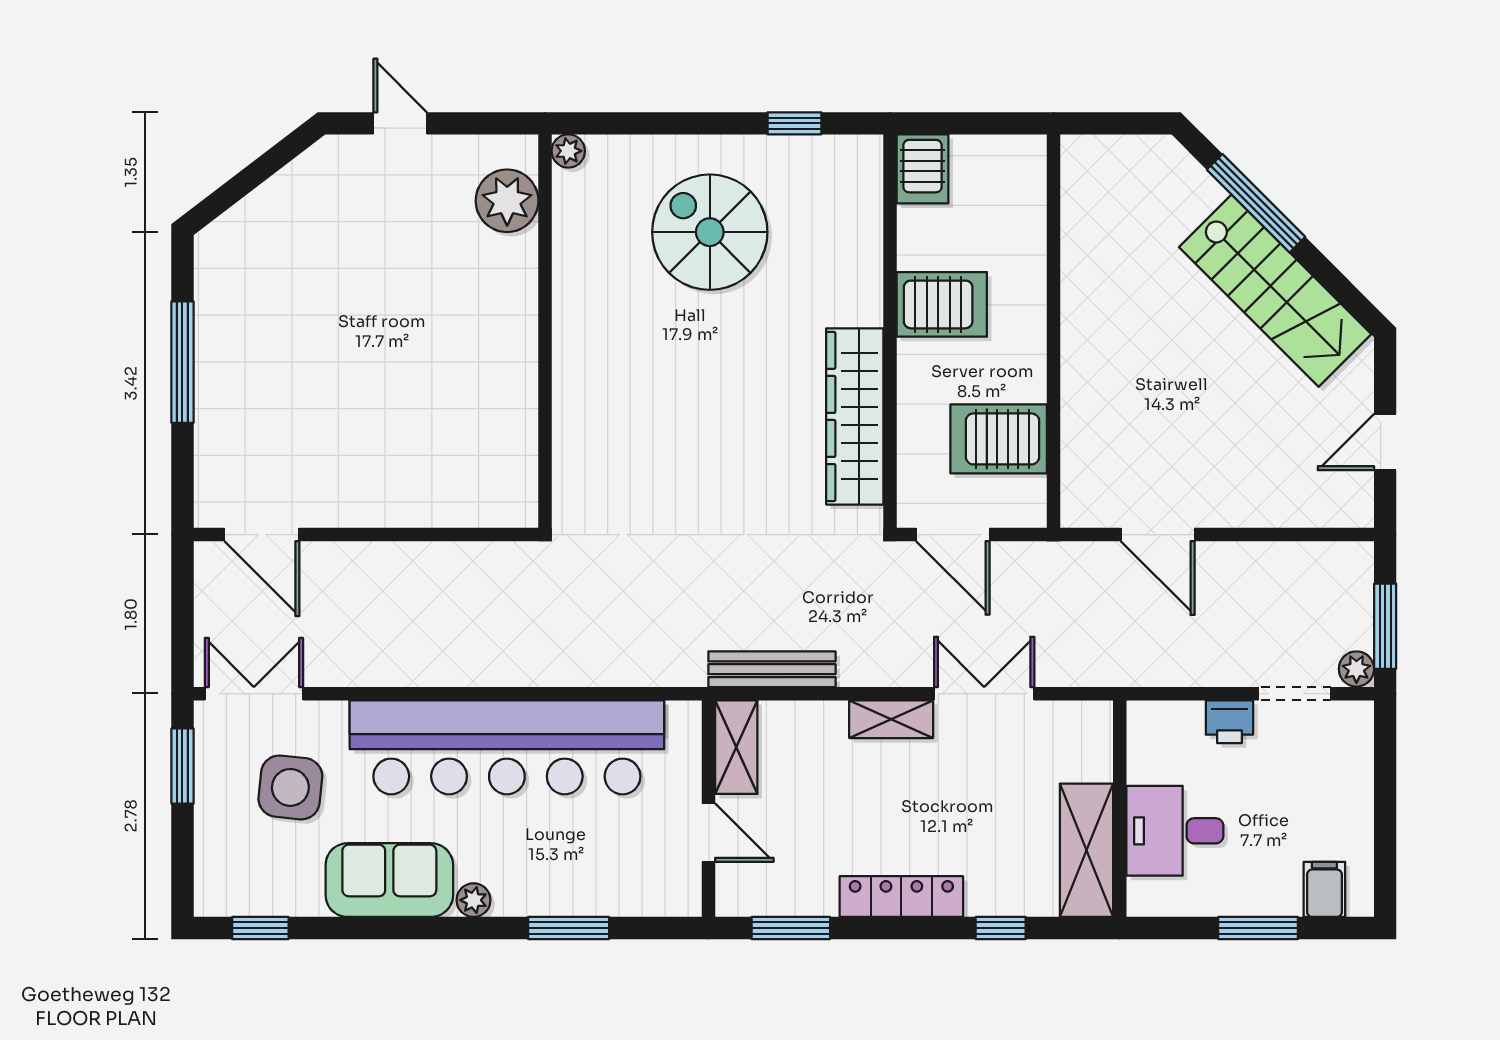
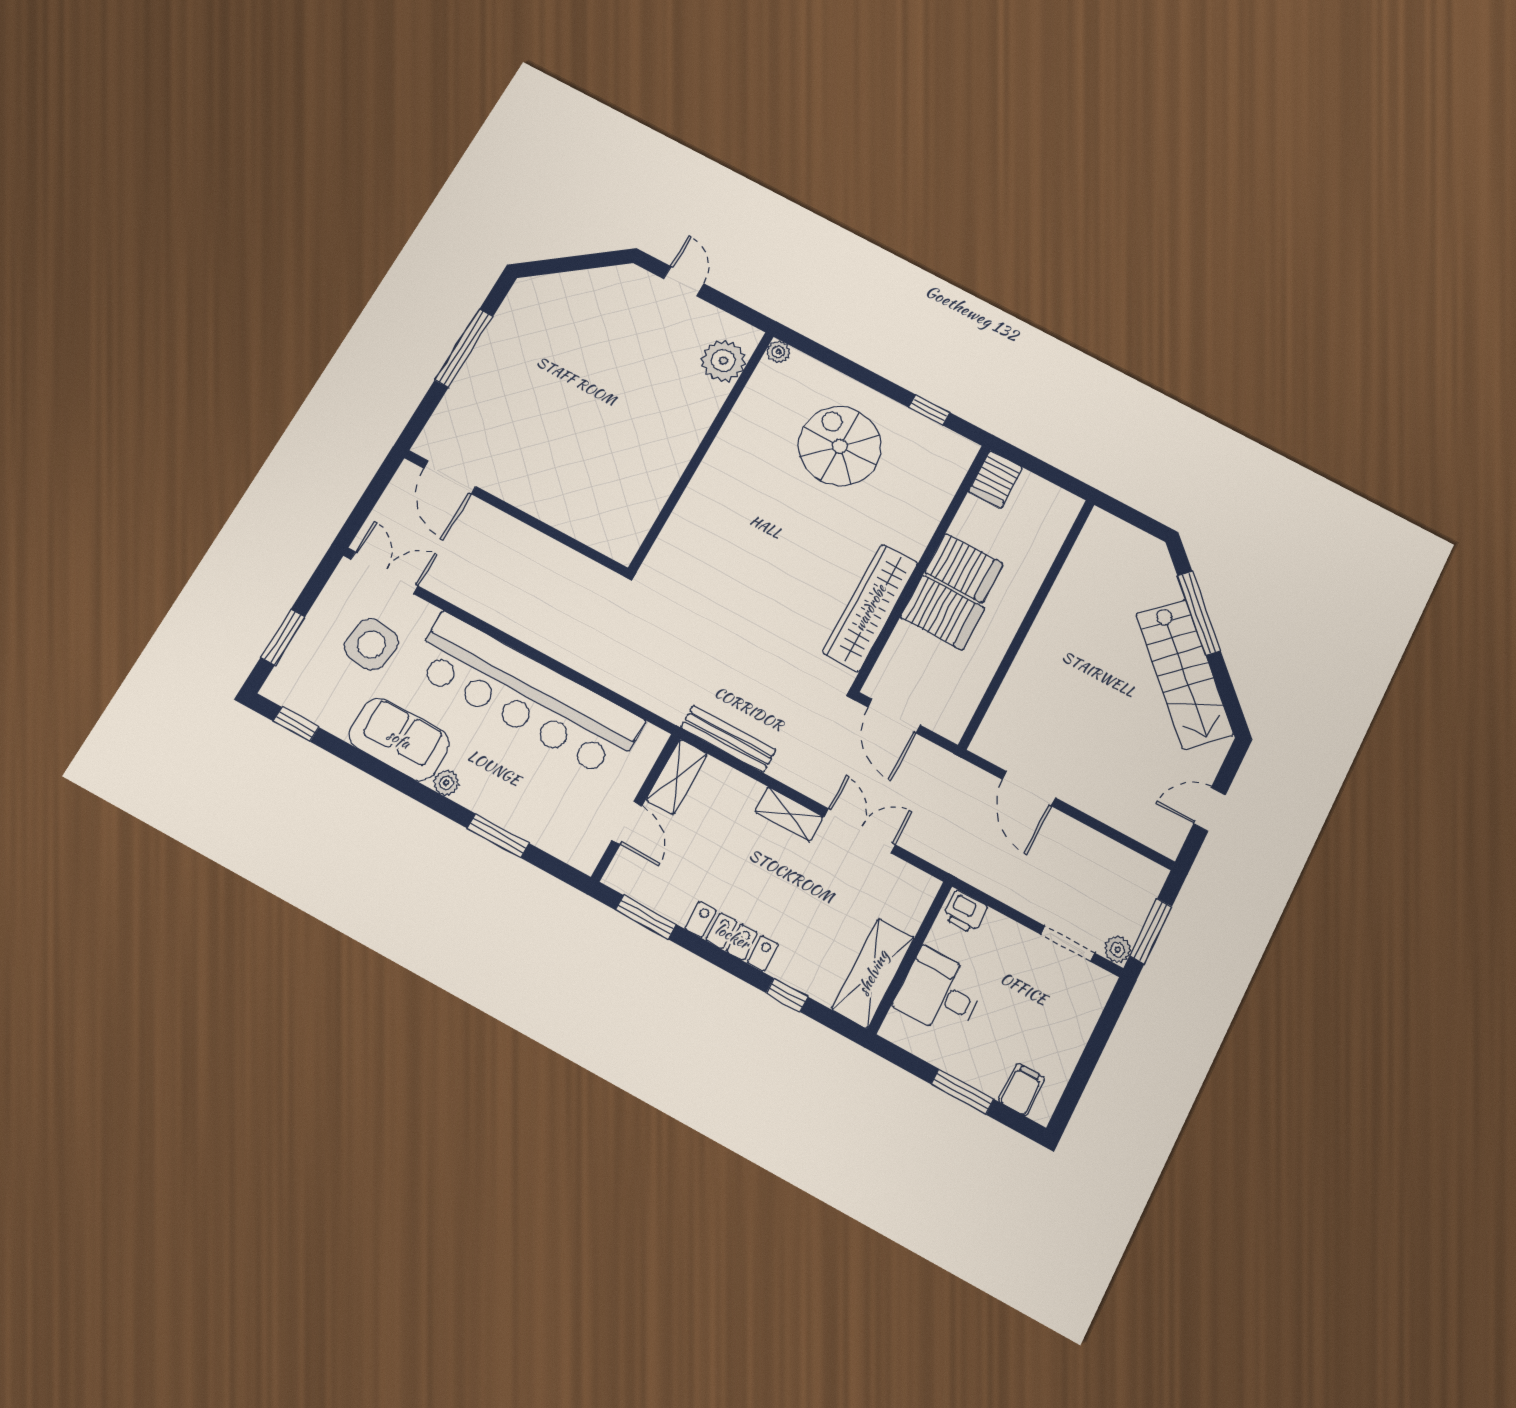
server rack: (999, 439) -> (943, 613), moved, turned 180
printer: (1229, 722) -> (965, 912), moved
window: (182, 766) -> (283, 637), moved

